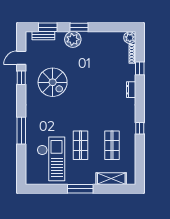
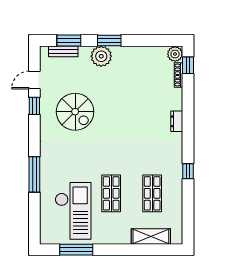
window: (140, 68) -> (188, 65), moved
window: (80, 189) -> (76, 250), moved

